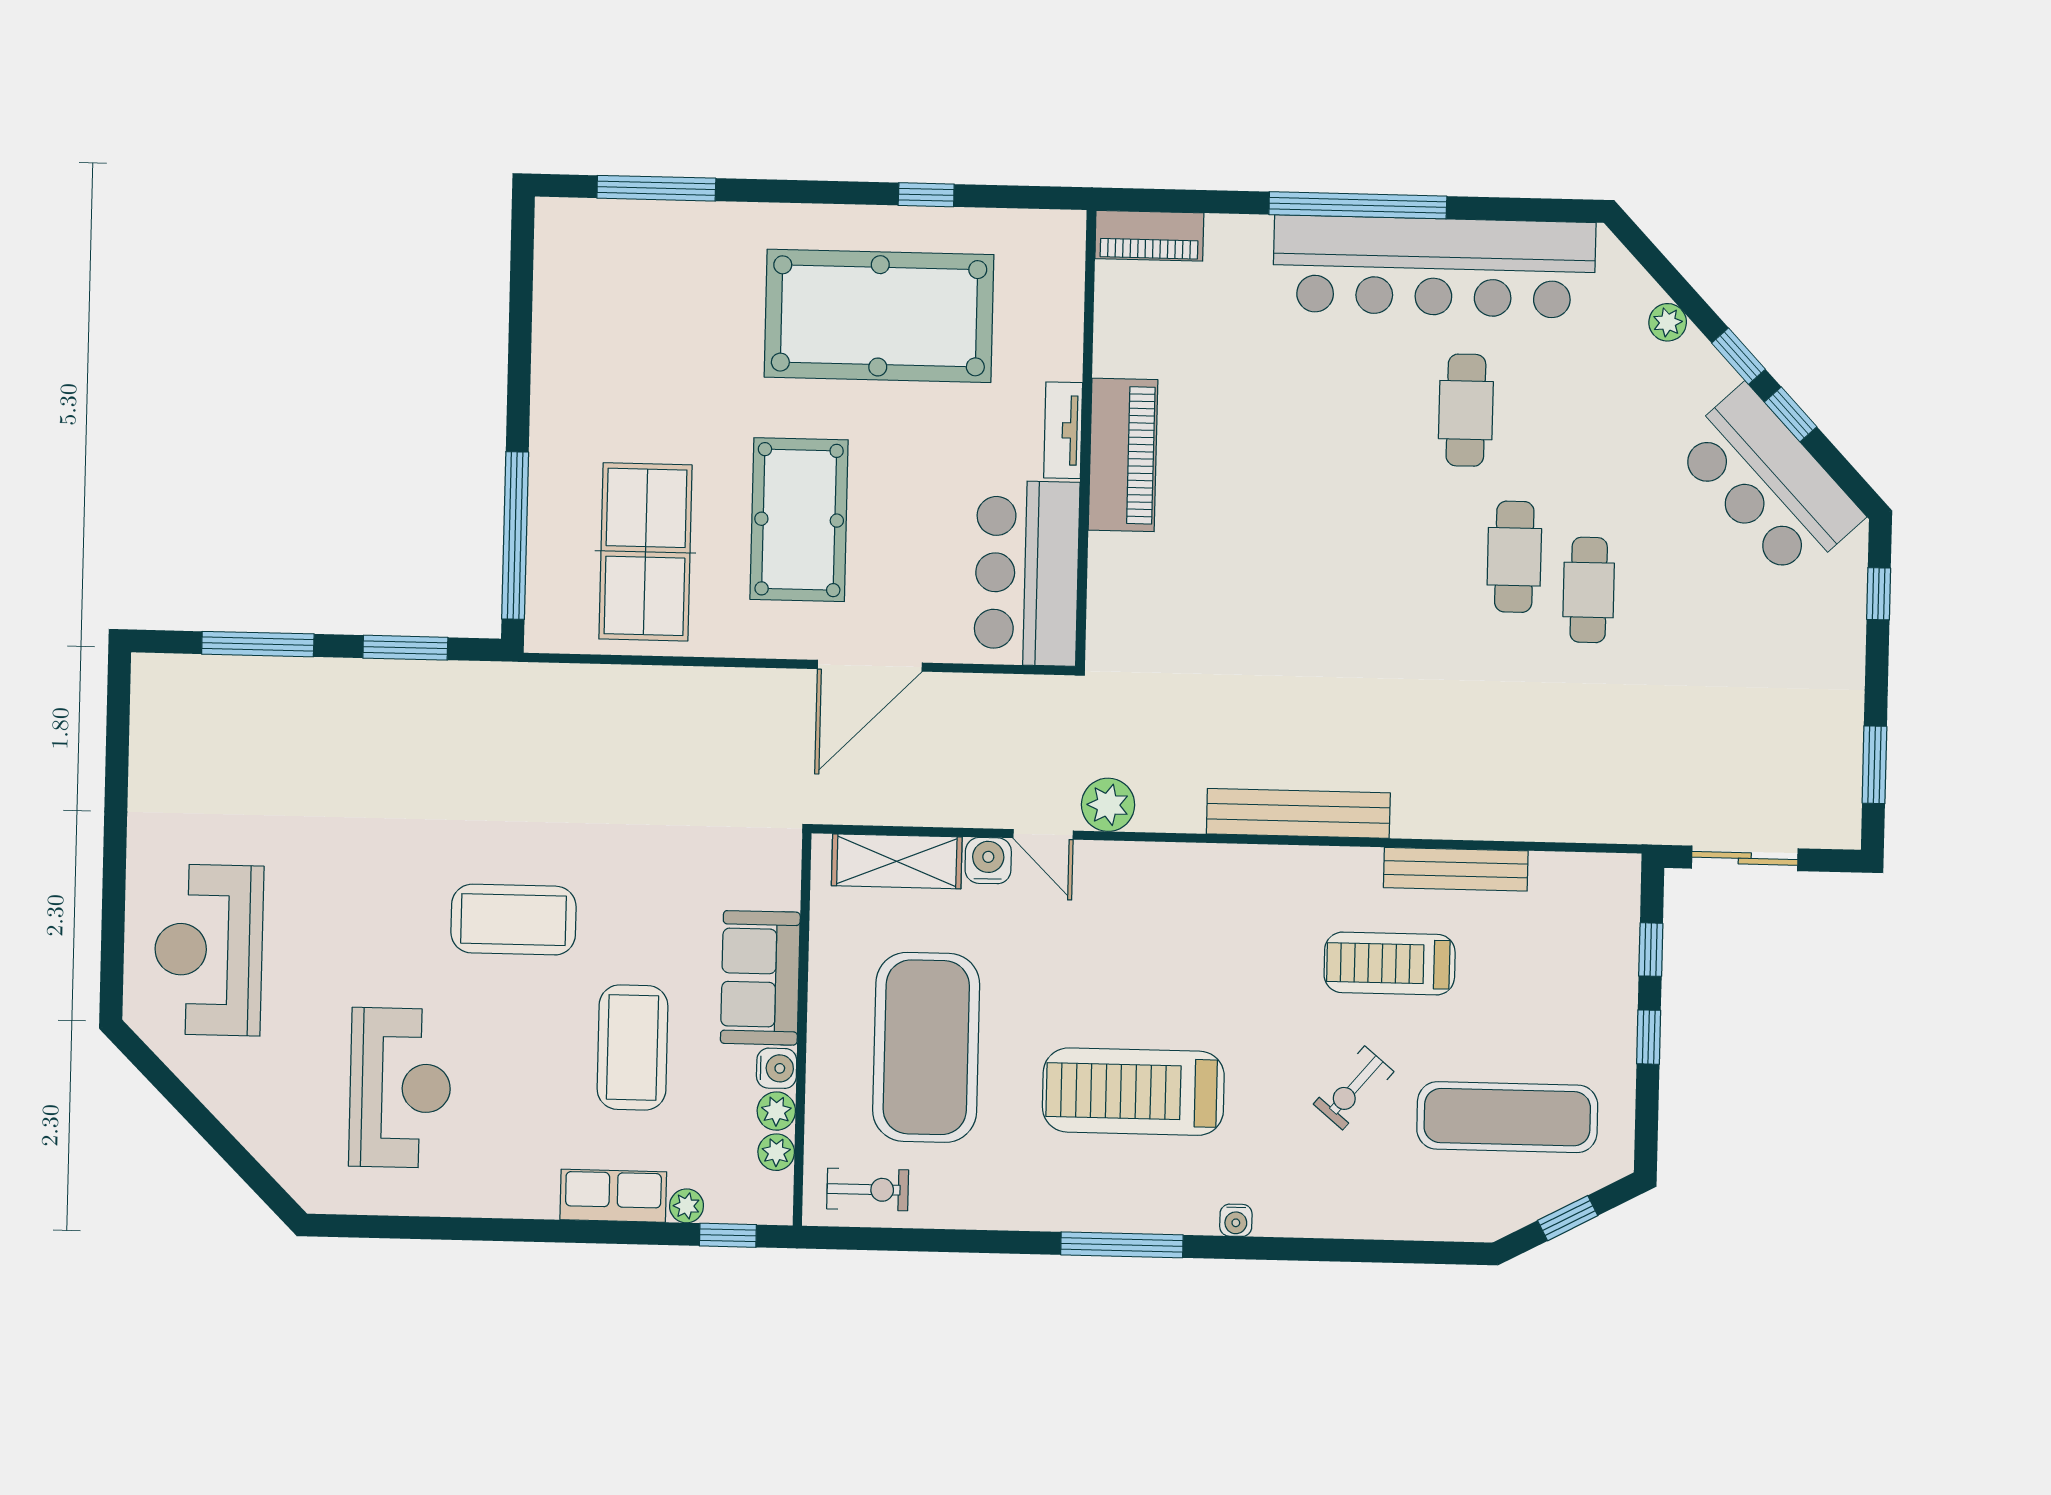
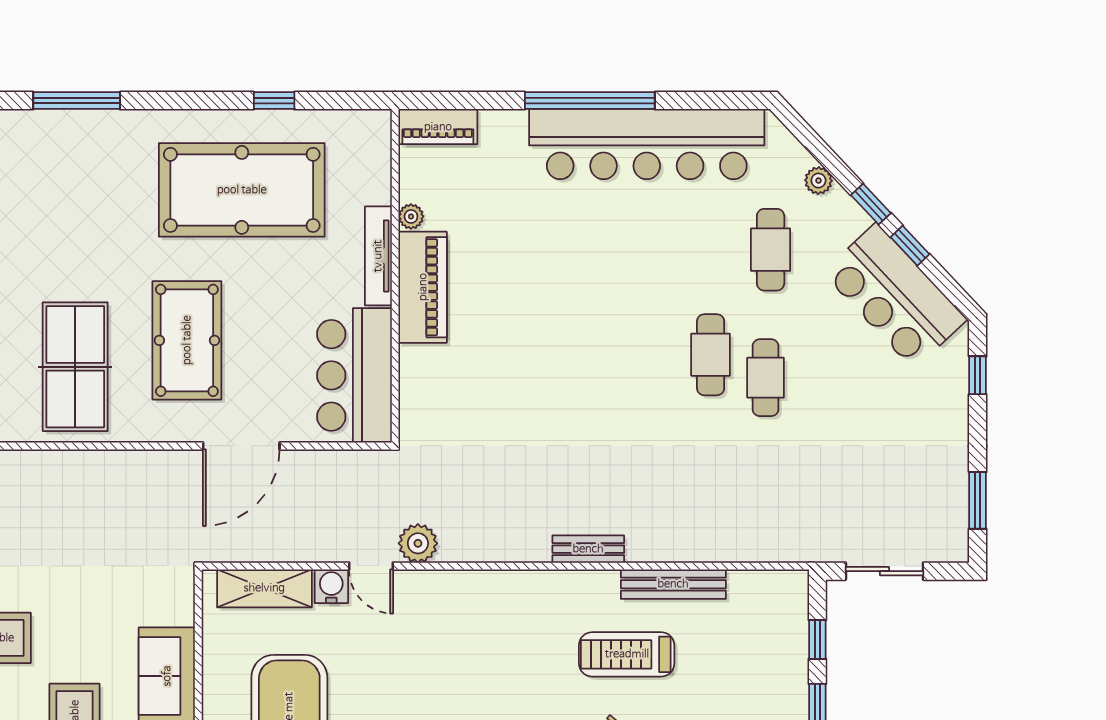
plant: (1109, 358) -> (411, 216), added
cafe table: (1466, 410) -> (771, 250), moved
tv unit: (1063, 430) -> (378, 256), width x1.41
bench: (1298, 813) -> (588, 549), width x0.54, depth x0.82

